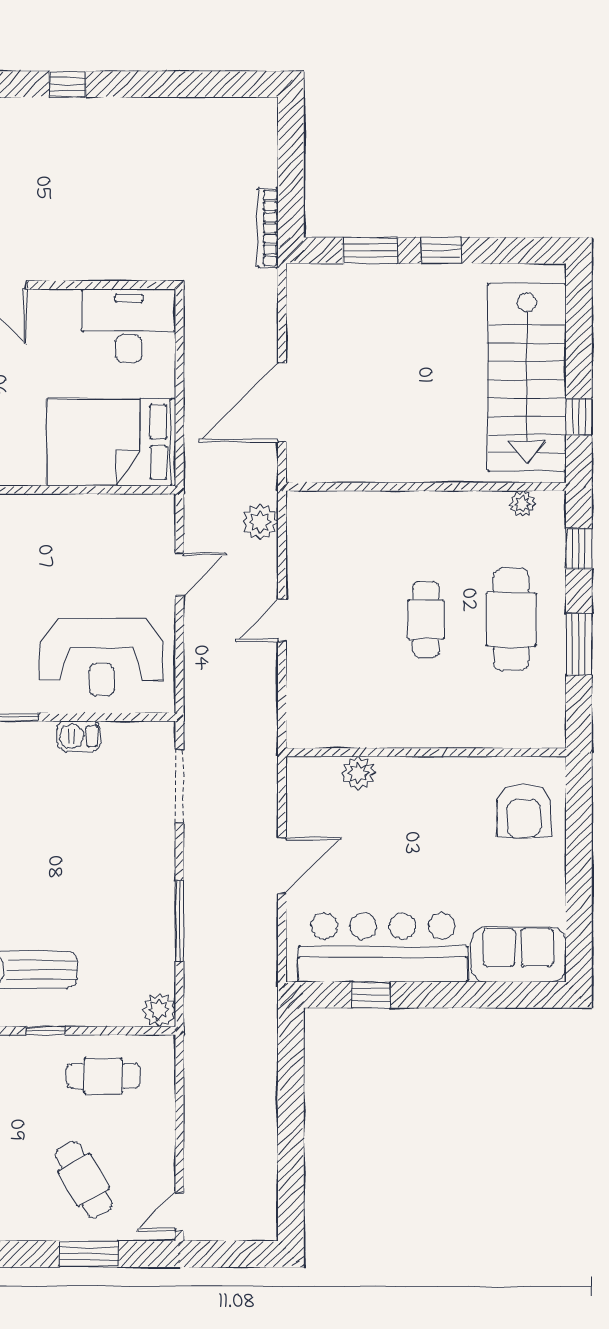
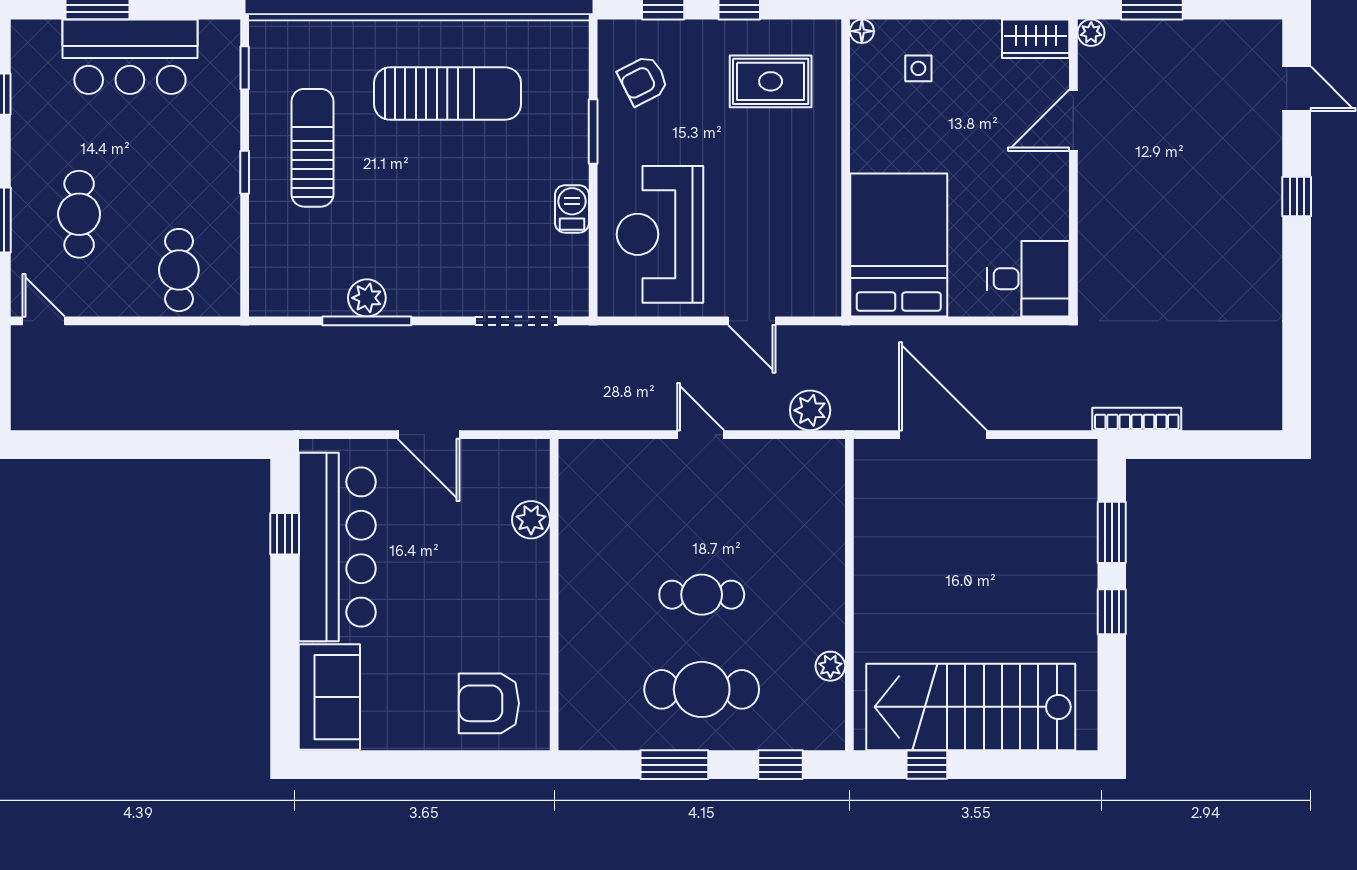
desk: (129, 326) -> (1028, 279), width x0.73
plant: (523, 504) -> (830, 666), moved
plant: (159, 1010) -> (367, 298), moved
cafe table: (103, 1076) -> (179, 270), moved
cafe table: (84, 1180) -> (79, 214), turned -61

